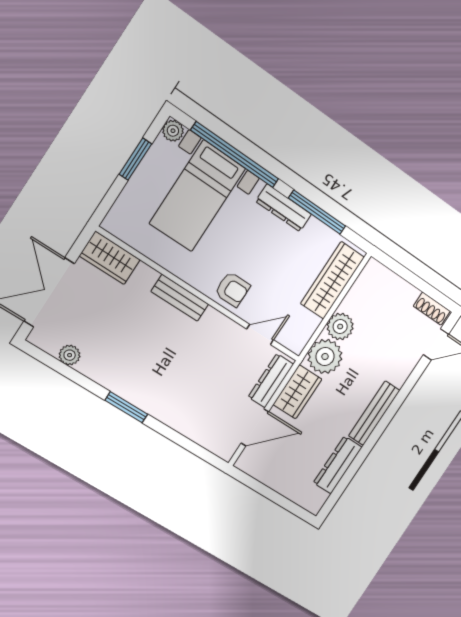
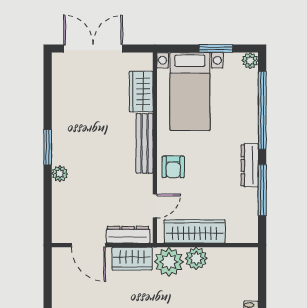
bed with nightstands: (197, 196) -> (190, 92), moved, turned -90
wardrobe: (110, 258) -> (141, 92), moved
wardrobe: (332, 280) -> (195, 231), moved
bench: (180, 298) -> (145, 143), width x1.36
door: (260, 334) -> (155, 206), hinge flipped
plant: (70, 355) -> (60, 174), moved

